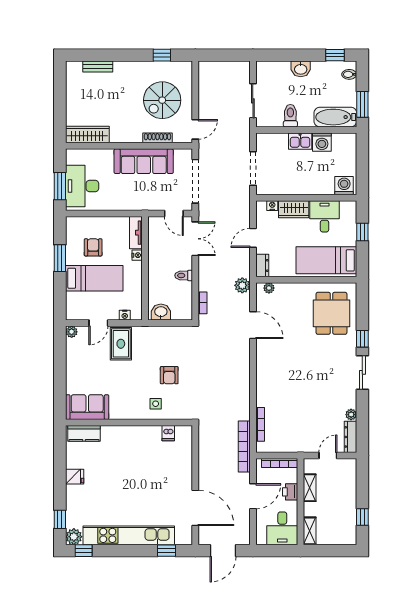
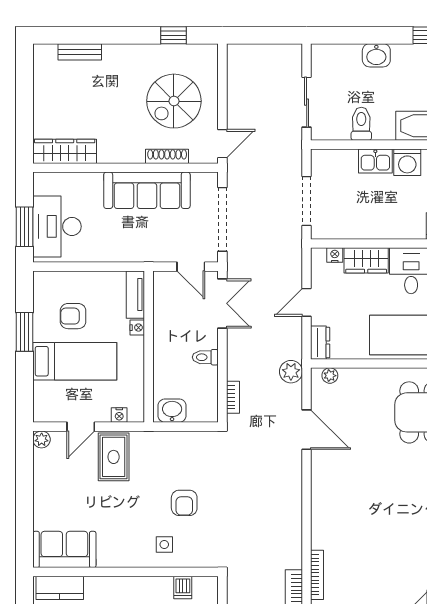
armchair: (93, 247) -> (73, 316), turned -90

